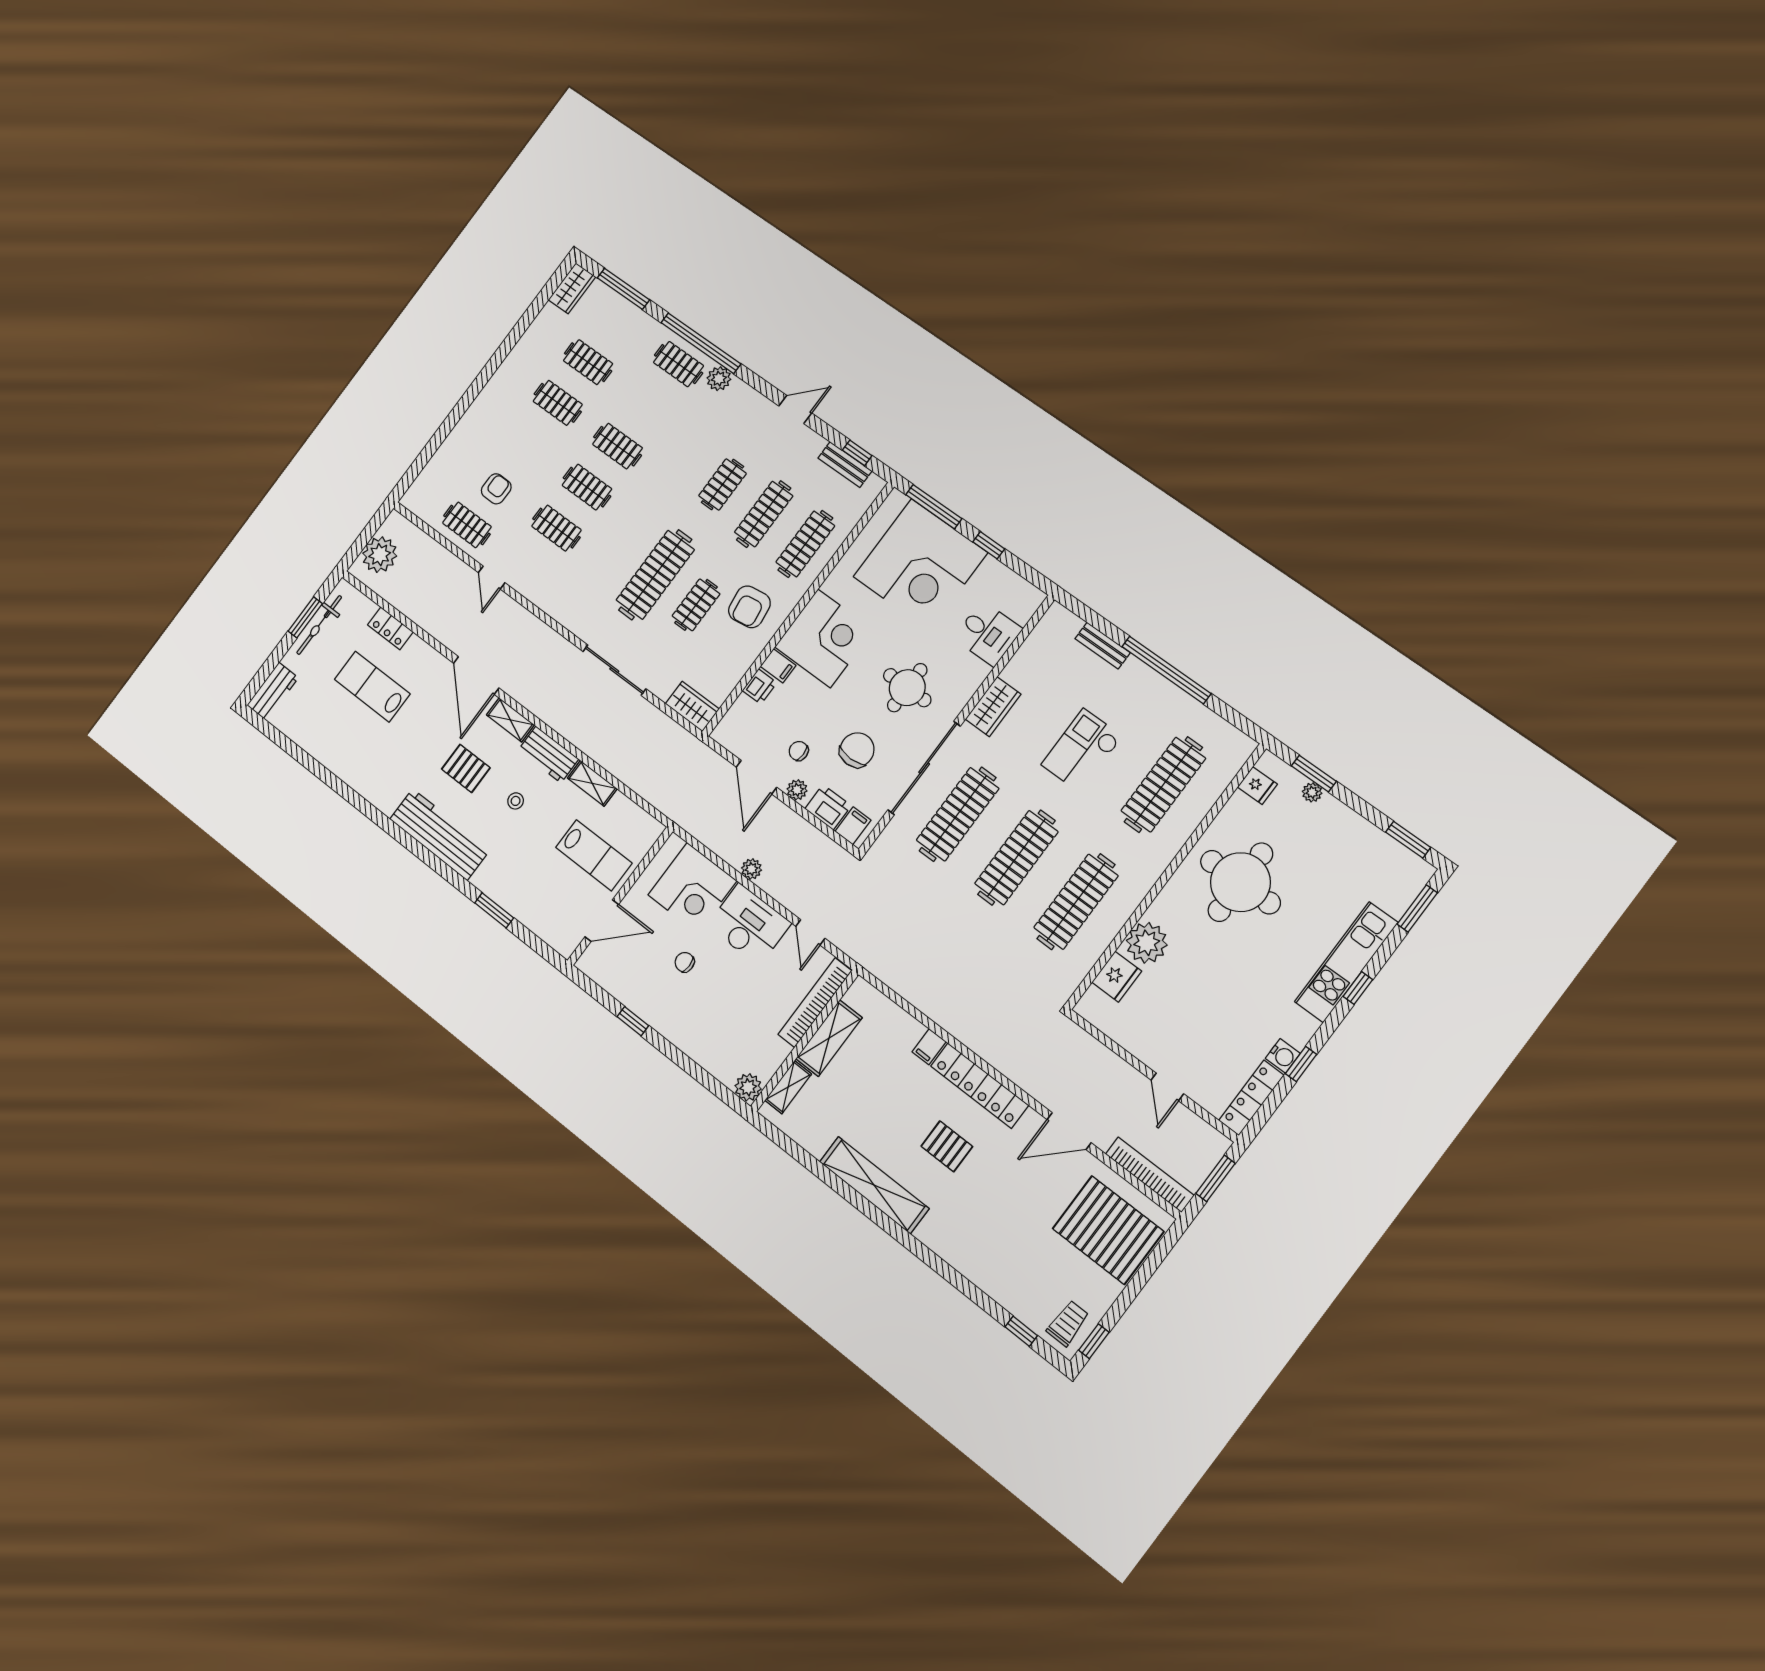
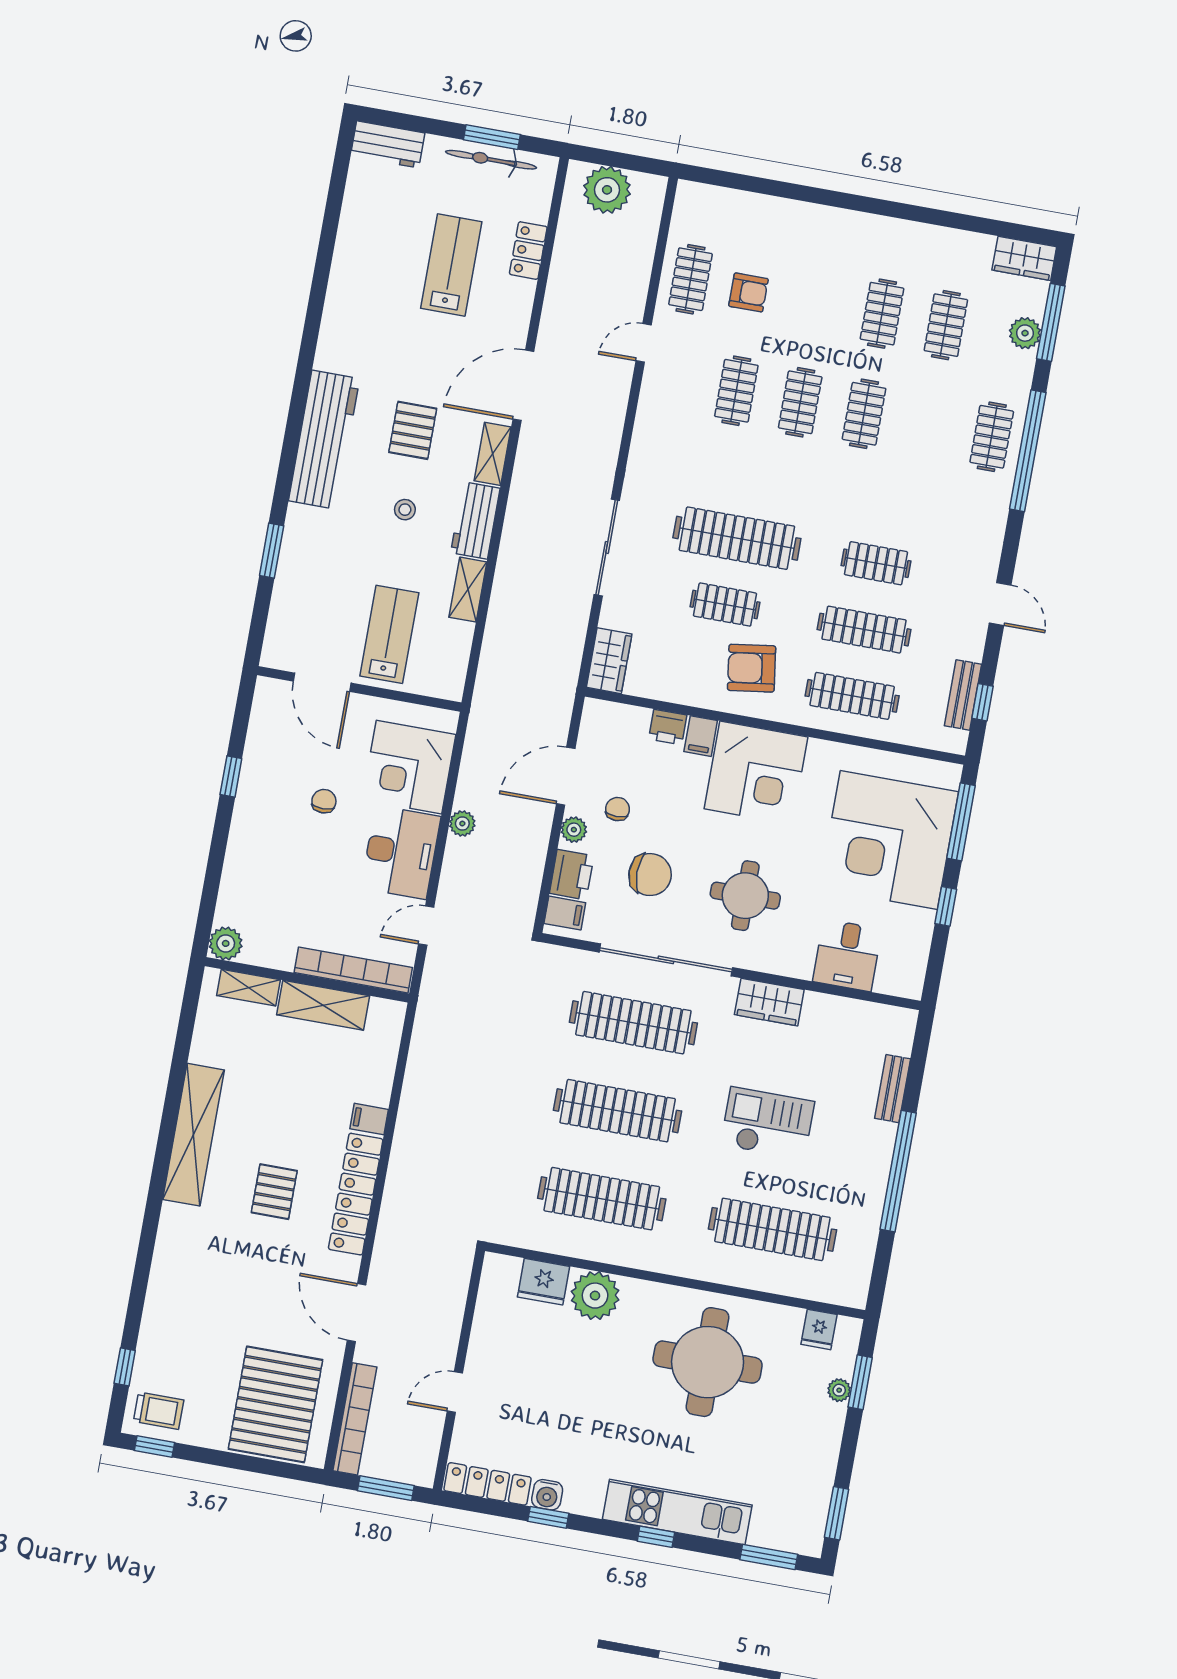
plant: (719, 379) -> (1025, 333), moved
lab bench: (594, 855) -> (389, 634), turned 180

